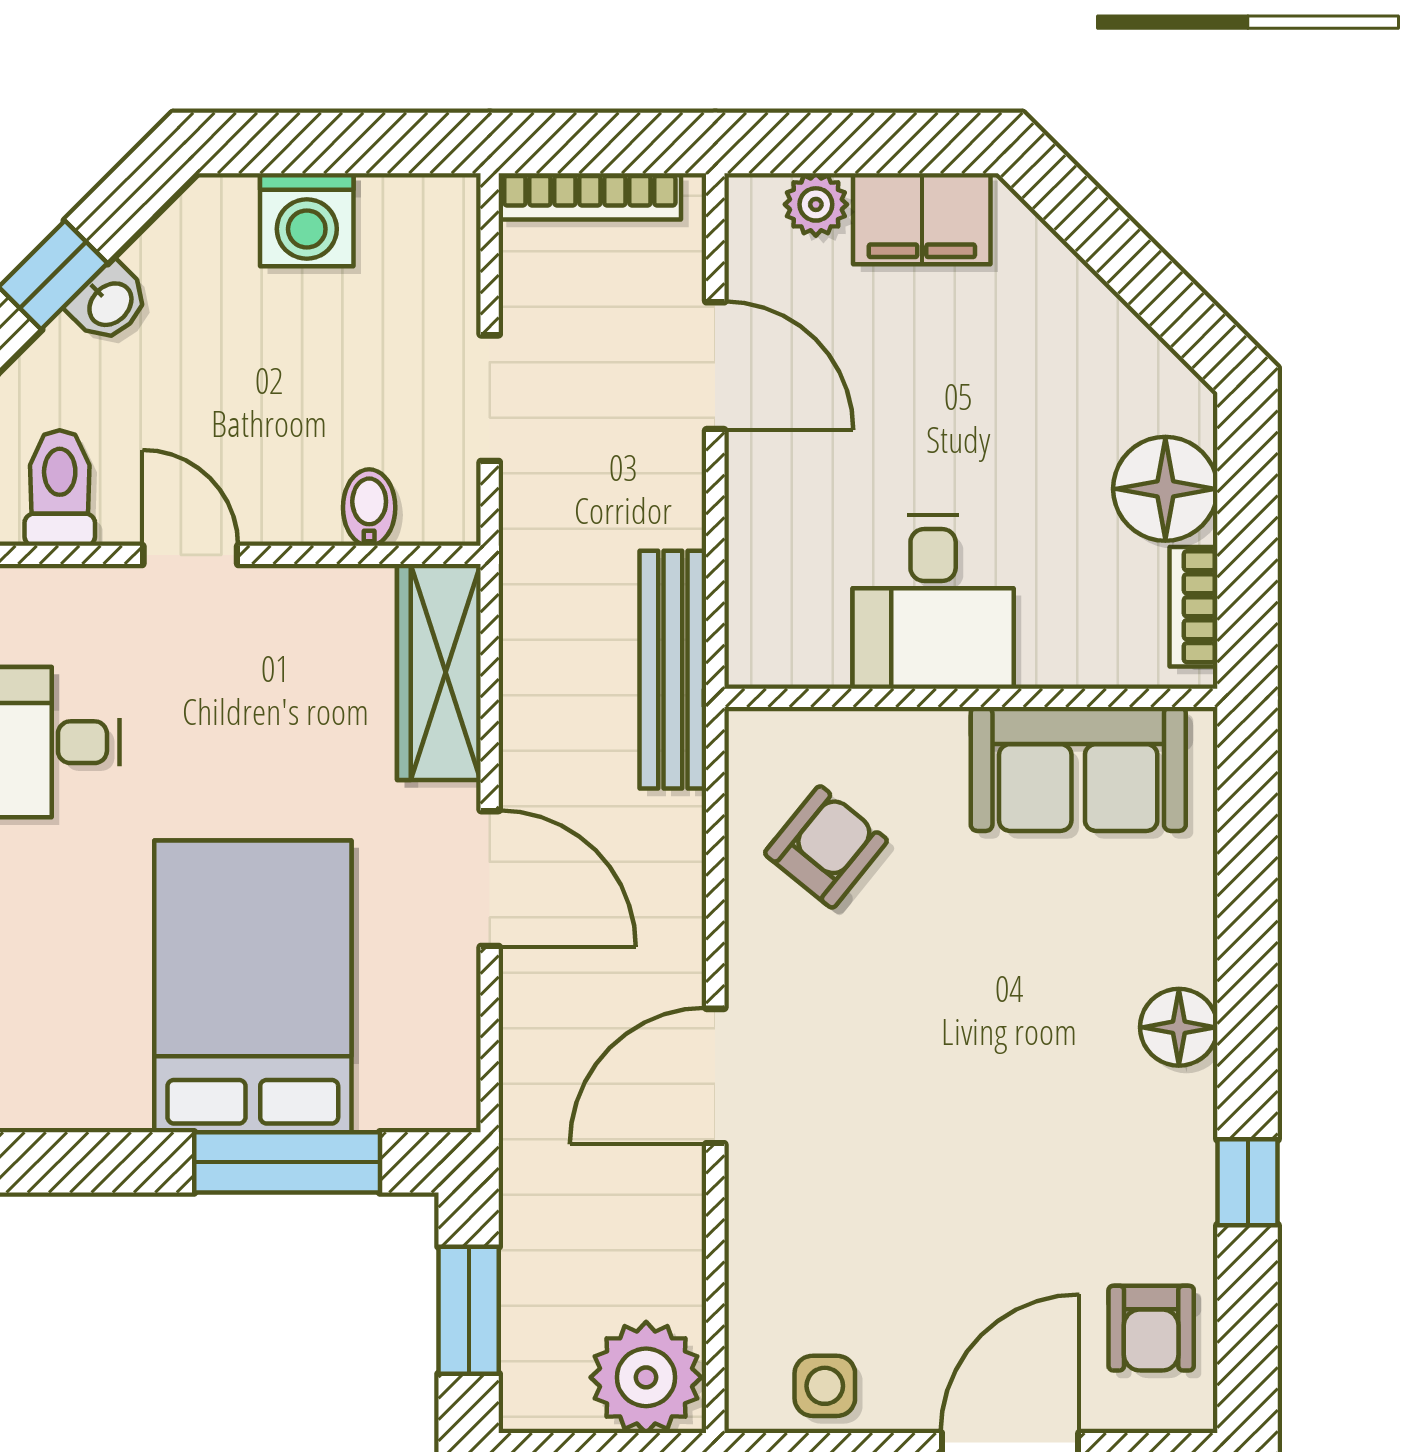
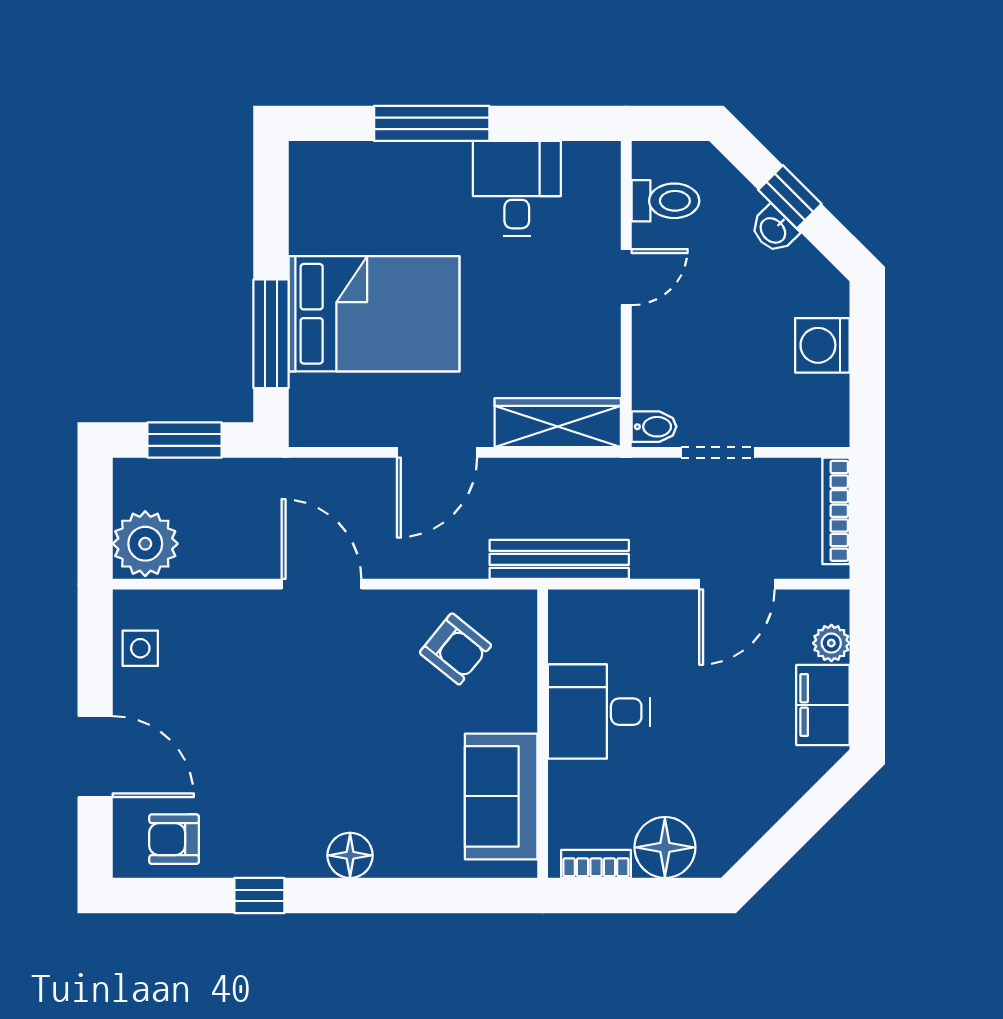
bidet: (369, 508) -> (654, 427), moved

